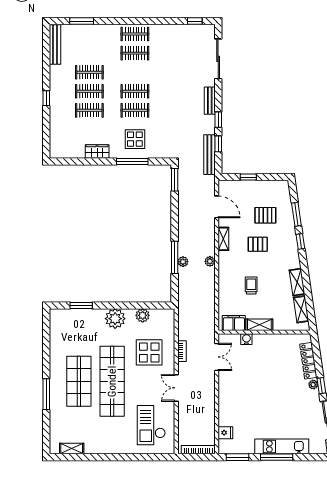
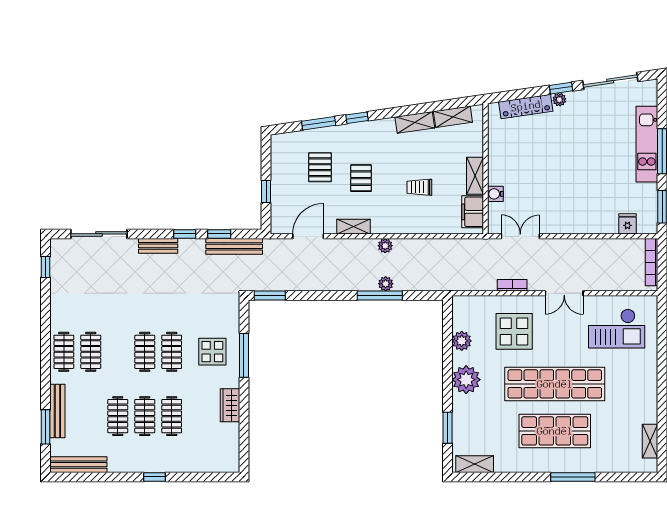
bench: (93, 30) -> (57, 411), added
shelving: (55, 325) -> (475, 464), added

